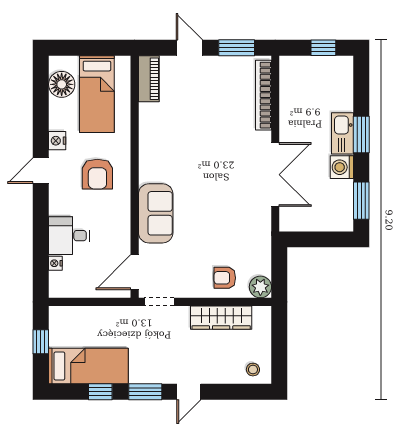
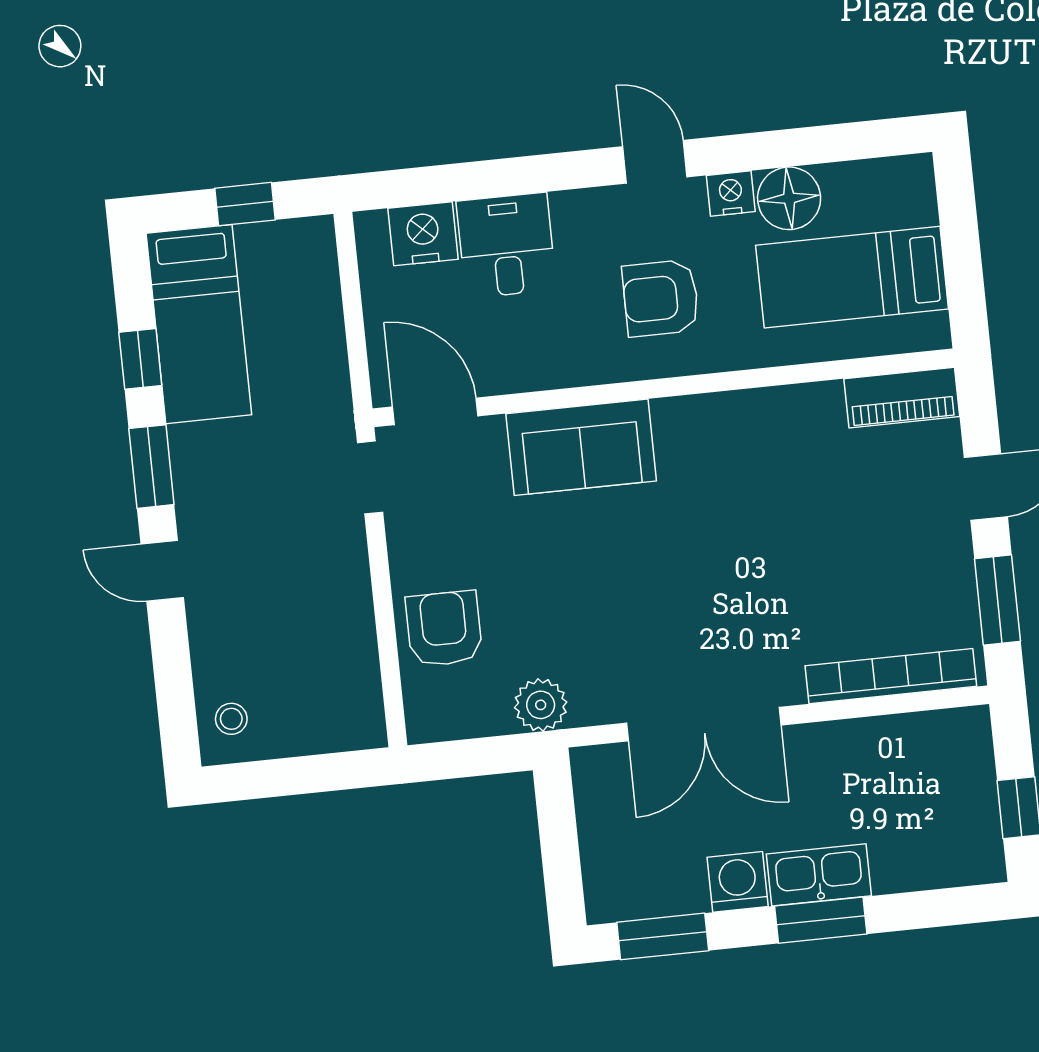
floor lamp: (62, 84) -> (789, 198), moved
nightstand: (55, 263) -> (423, 234), width x1.89, depth x1.79
armchair: (225, 278) -> (444, 629), width x1.38, depth x1.38
plant: (260, 287) -> (541, 705), moved
wardrobe: (221, 318) -> (348, 630), removed

